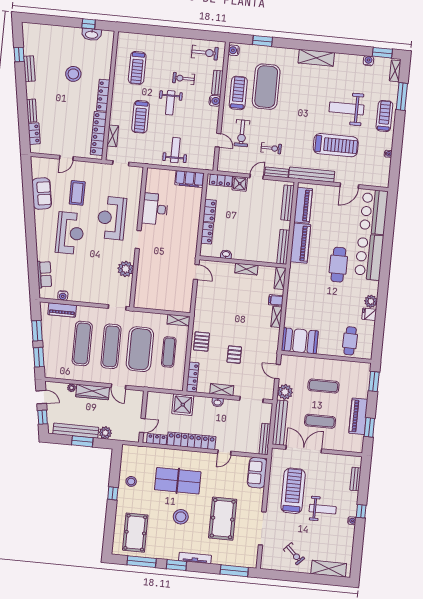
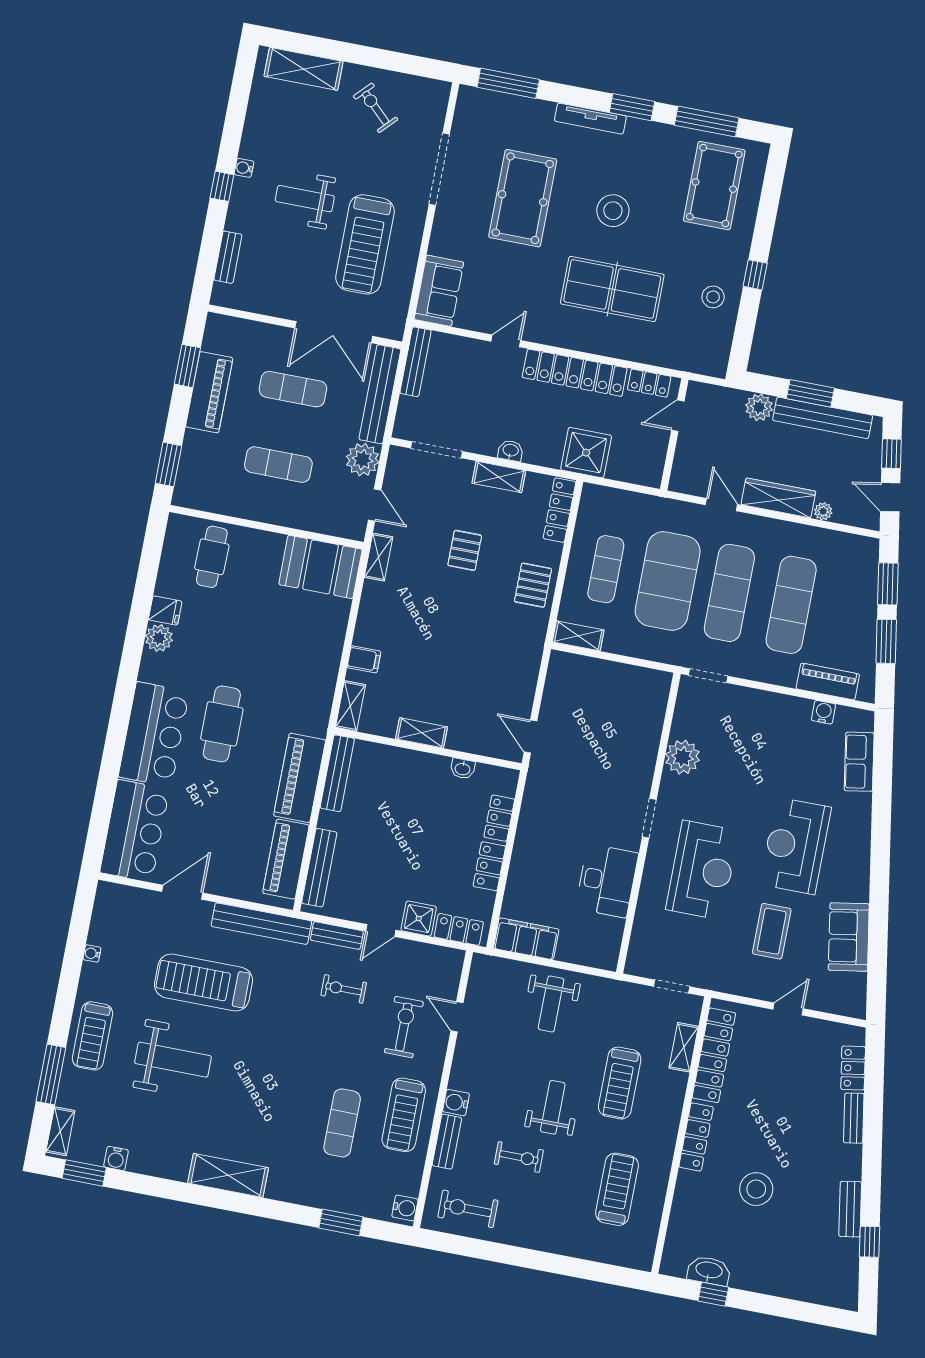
exercise mat: (266, 87) -> (342, 1123), width x0.50, depth x0.69
treadmill: (141, 117) -> (620, 1083), turned 180
shelving: (277, 317) -> (379, 557), moved

